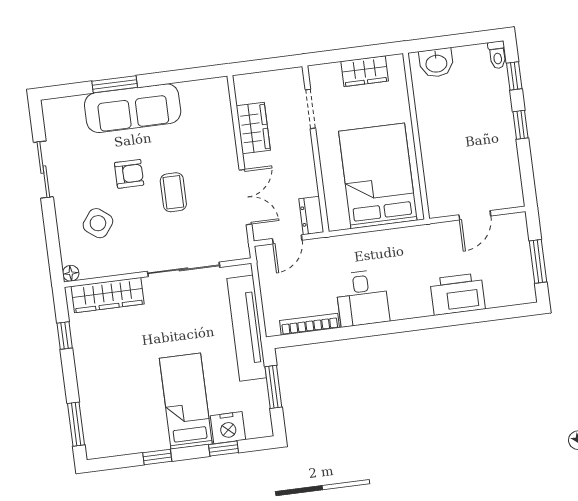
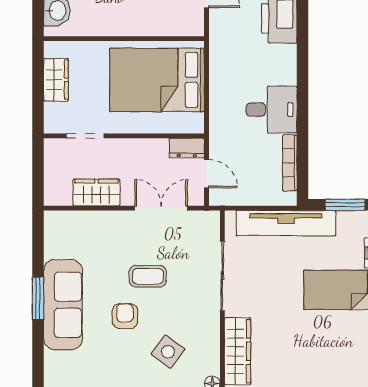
window: (115, 84) -> (38, 299), moved

